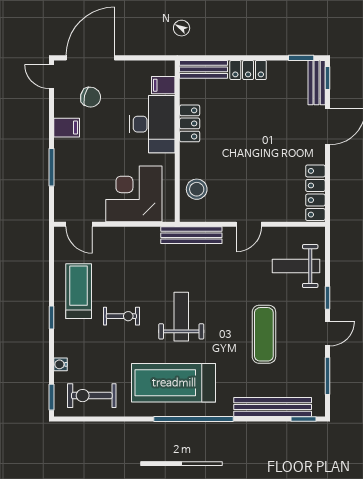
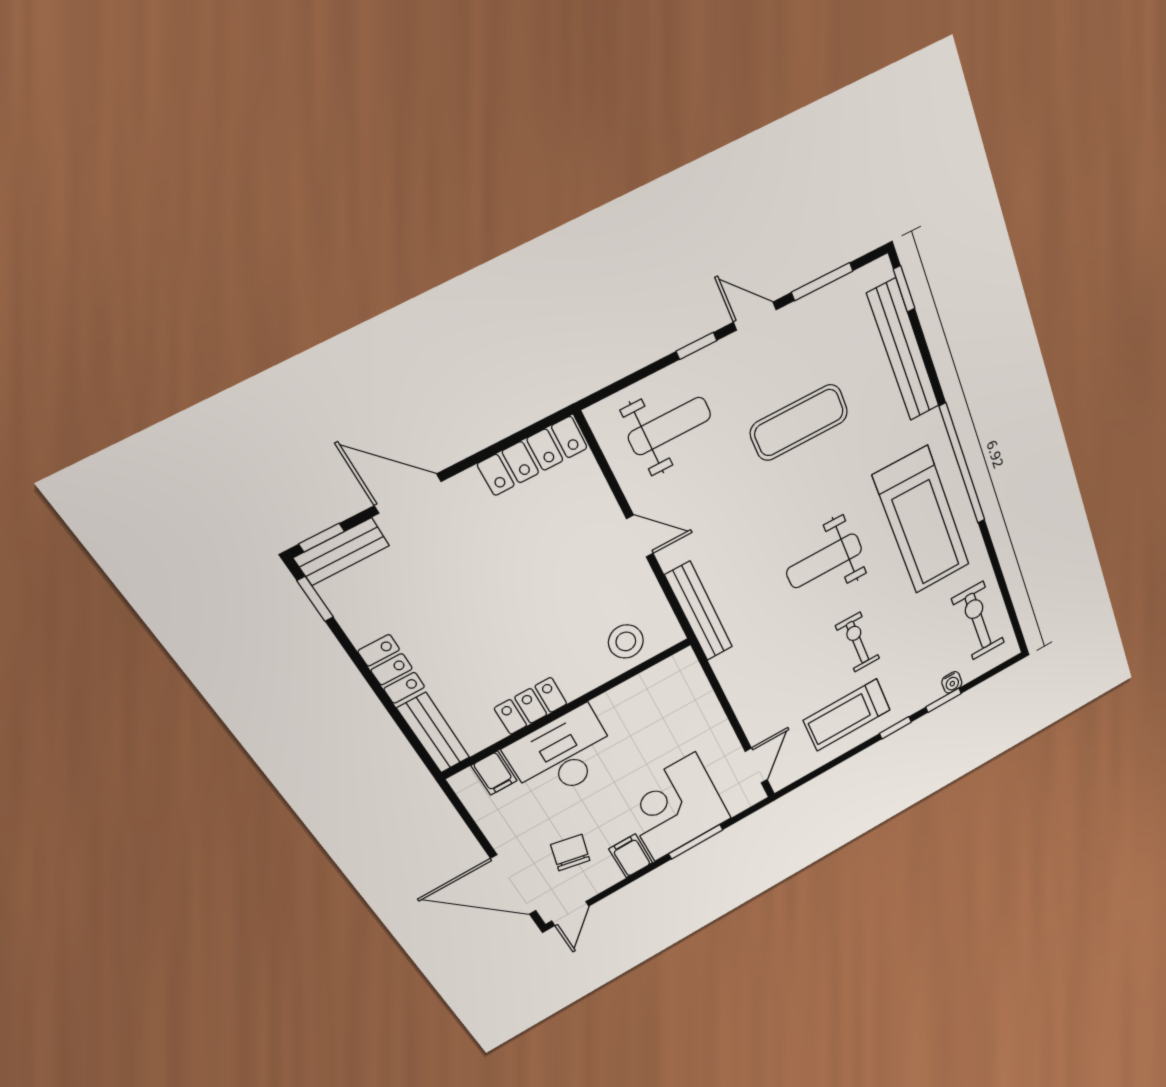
corner desk: (134, 194) -> (675, 807), moved, turned 90
weight bench: (296, 266) -> (670, 426), turned -90
exercise bike: (92, 396) -> (978, 621), turned 180
window: (52, 397) -> (943, 700), moved

